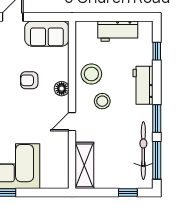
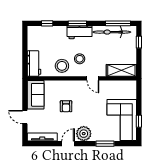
workbench: (118, 31) -> (34, 64), moved
workbench: (143, 85) -> (80, 32), moved
floor lamp: (62, 89) -> (71, 85), removed
window: (157, 118) -> (77, 23), moved

